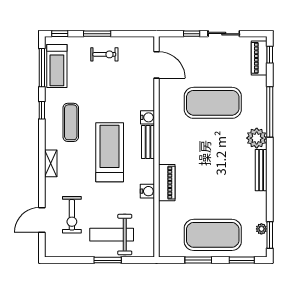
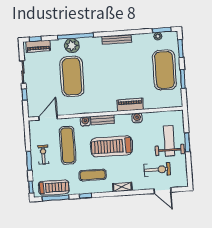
exercise mat: (115, 90) -> (68, 145), added
plant: (257, 138) -> (72, 46), moved
weight bench: (112, 235) -> (169, 141), turned 180

